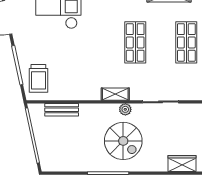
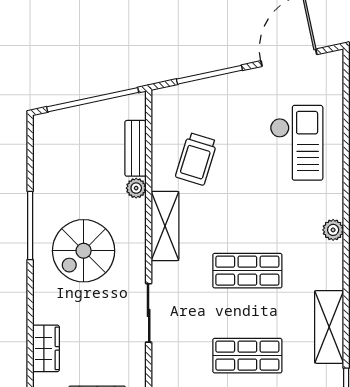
trolley: (38, 78) -> (196, 159), moved, turned -73
shelving: (115, 94) -> (165, 226), width x1.50, depth x1.33
plant: (125, 109) -> (136, 188), moved

